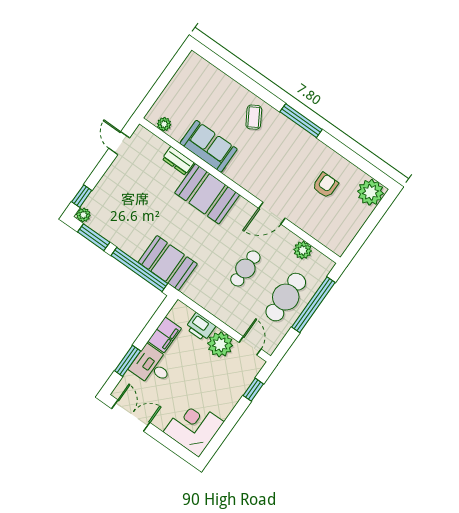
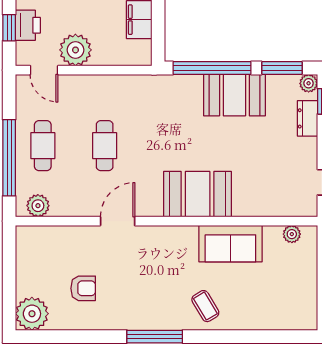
dresser: (178, 161) -> (307, 118), moved, turned -90
armchair: (325, 185) -> (83, 288), turned -90
plant: (303, 250) -> (38, 206), moved
booth: (168, 263) -> (234, 95), moved
cafe table: (286, 297) -> (43, 146), width x0.73, depth x0.74
printer: (200, 327) -> (28, 25), moved, turned 90

